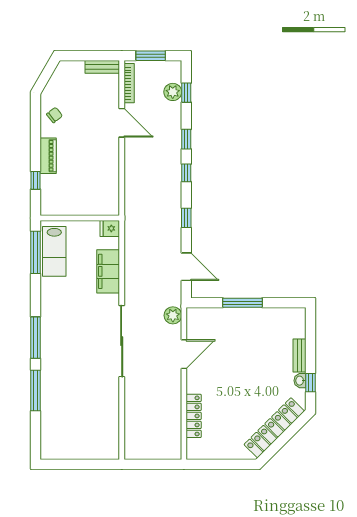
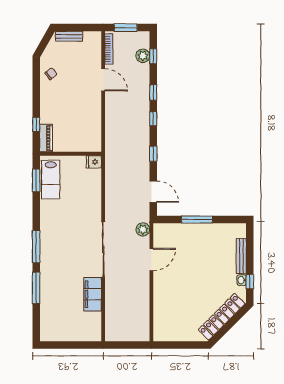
bench: (102, 67) -> (69, 36), moved
piano: (48, 156) -> (46, 138), moved
window: (36, 252) -> (36, 180), width x0.69
filing cabinet: (108, 271) -> (93, 294), moved
bench: (299, 355) -> (241, 256), width x1.36
locker: (194, 416) -> (159, 308), removed

